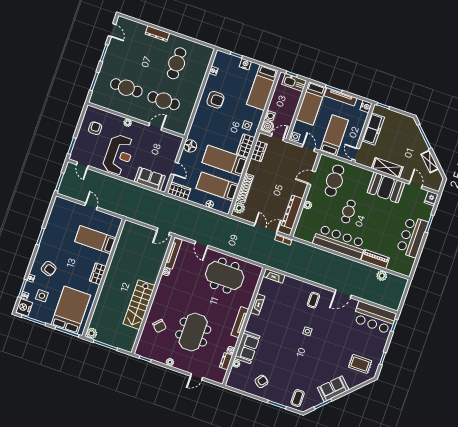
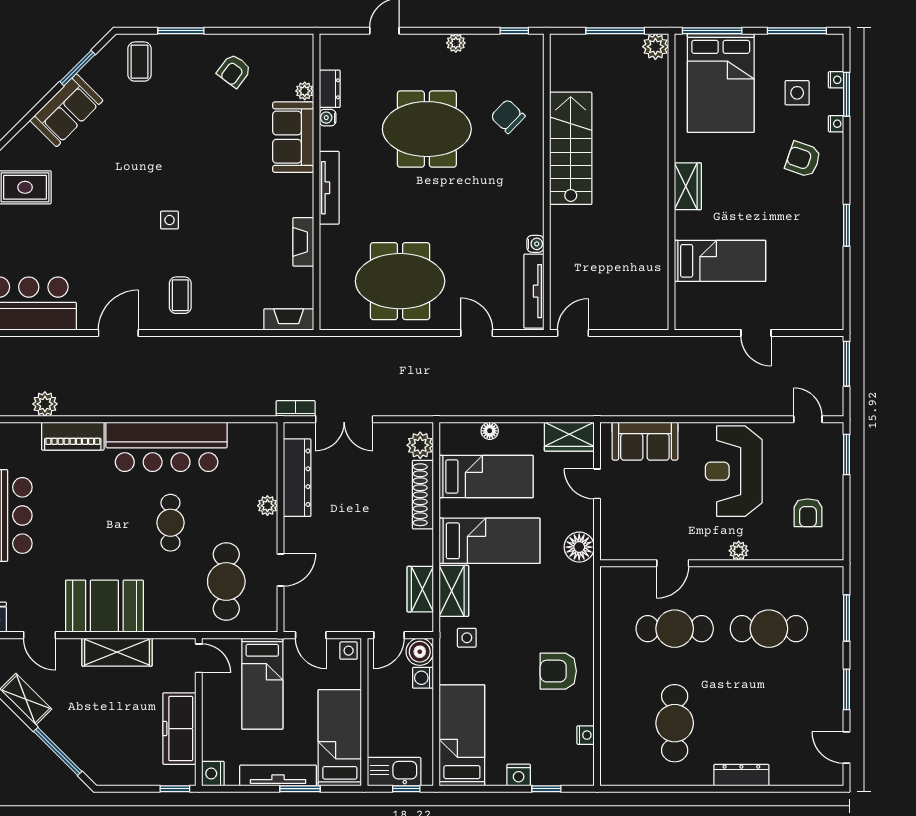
nightstand: (24, 307) -> (828, 53), removed
meeting table: (193, 332) -> (427, 129), turned 90

